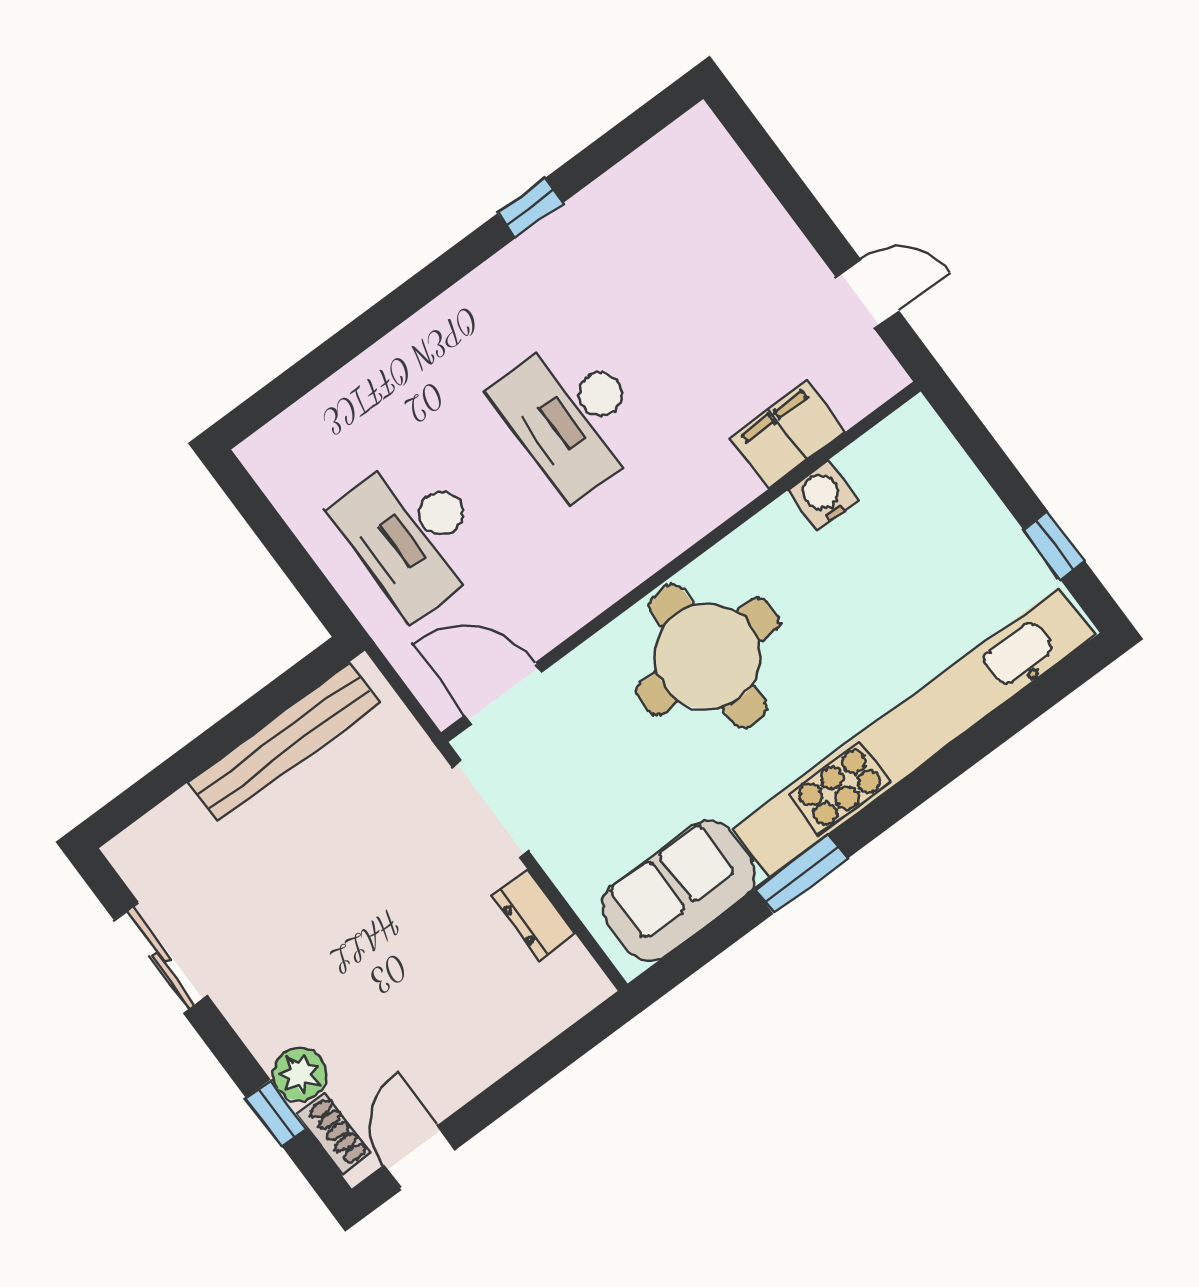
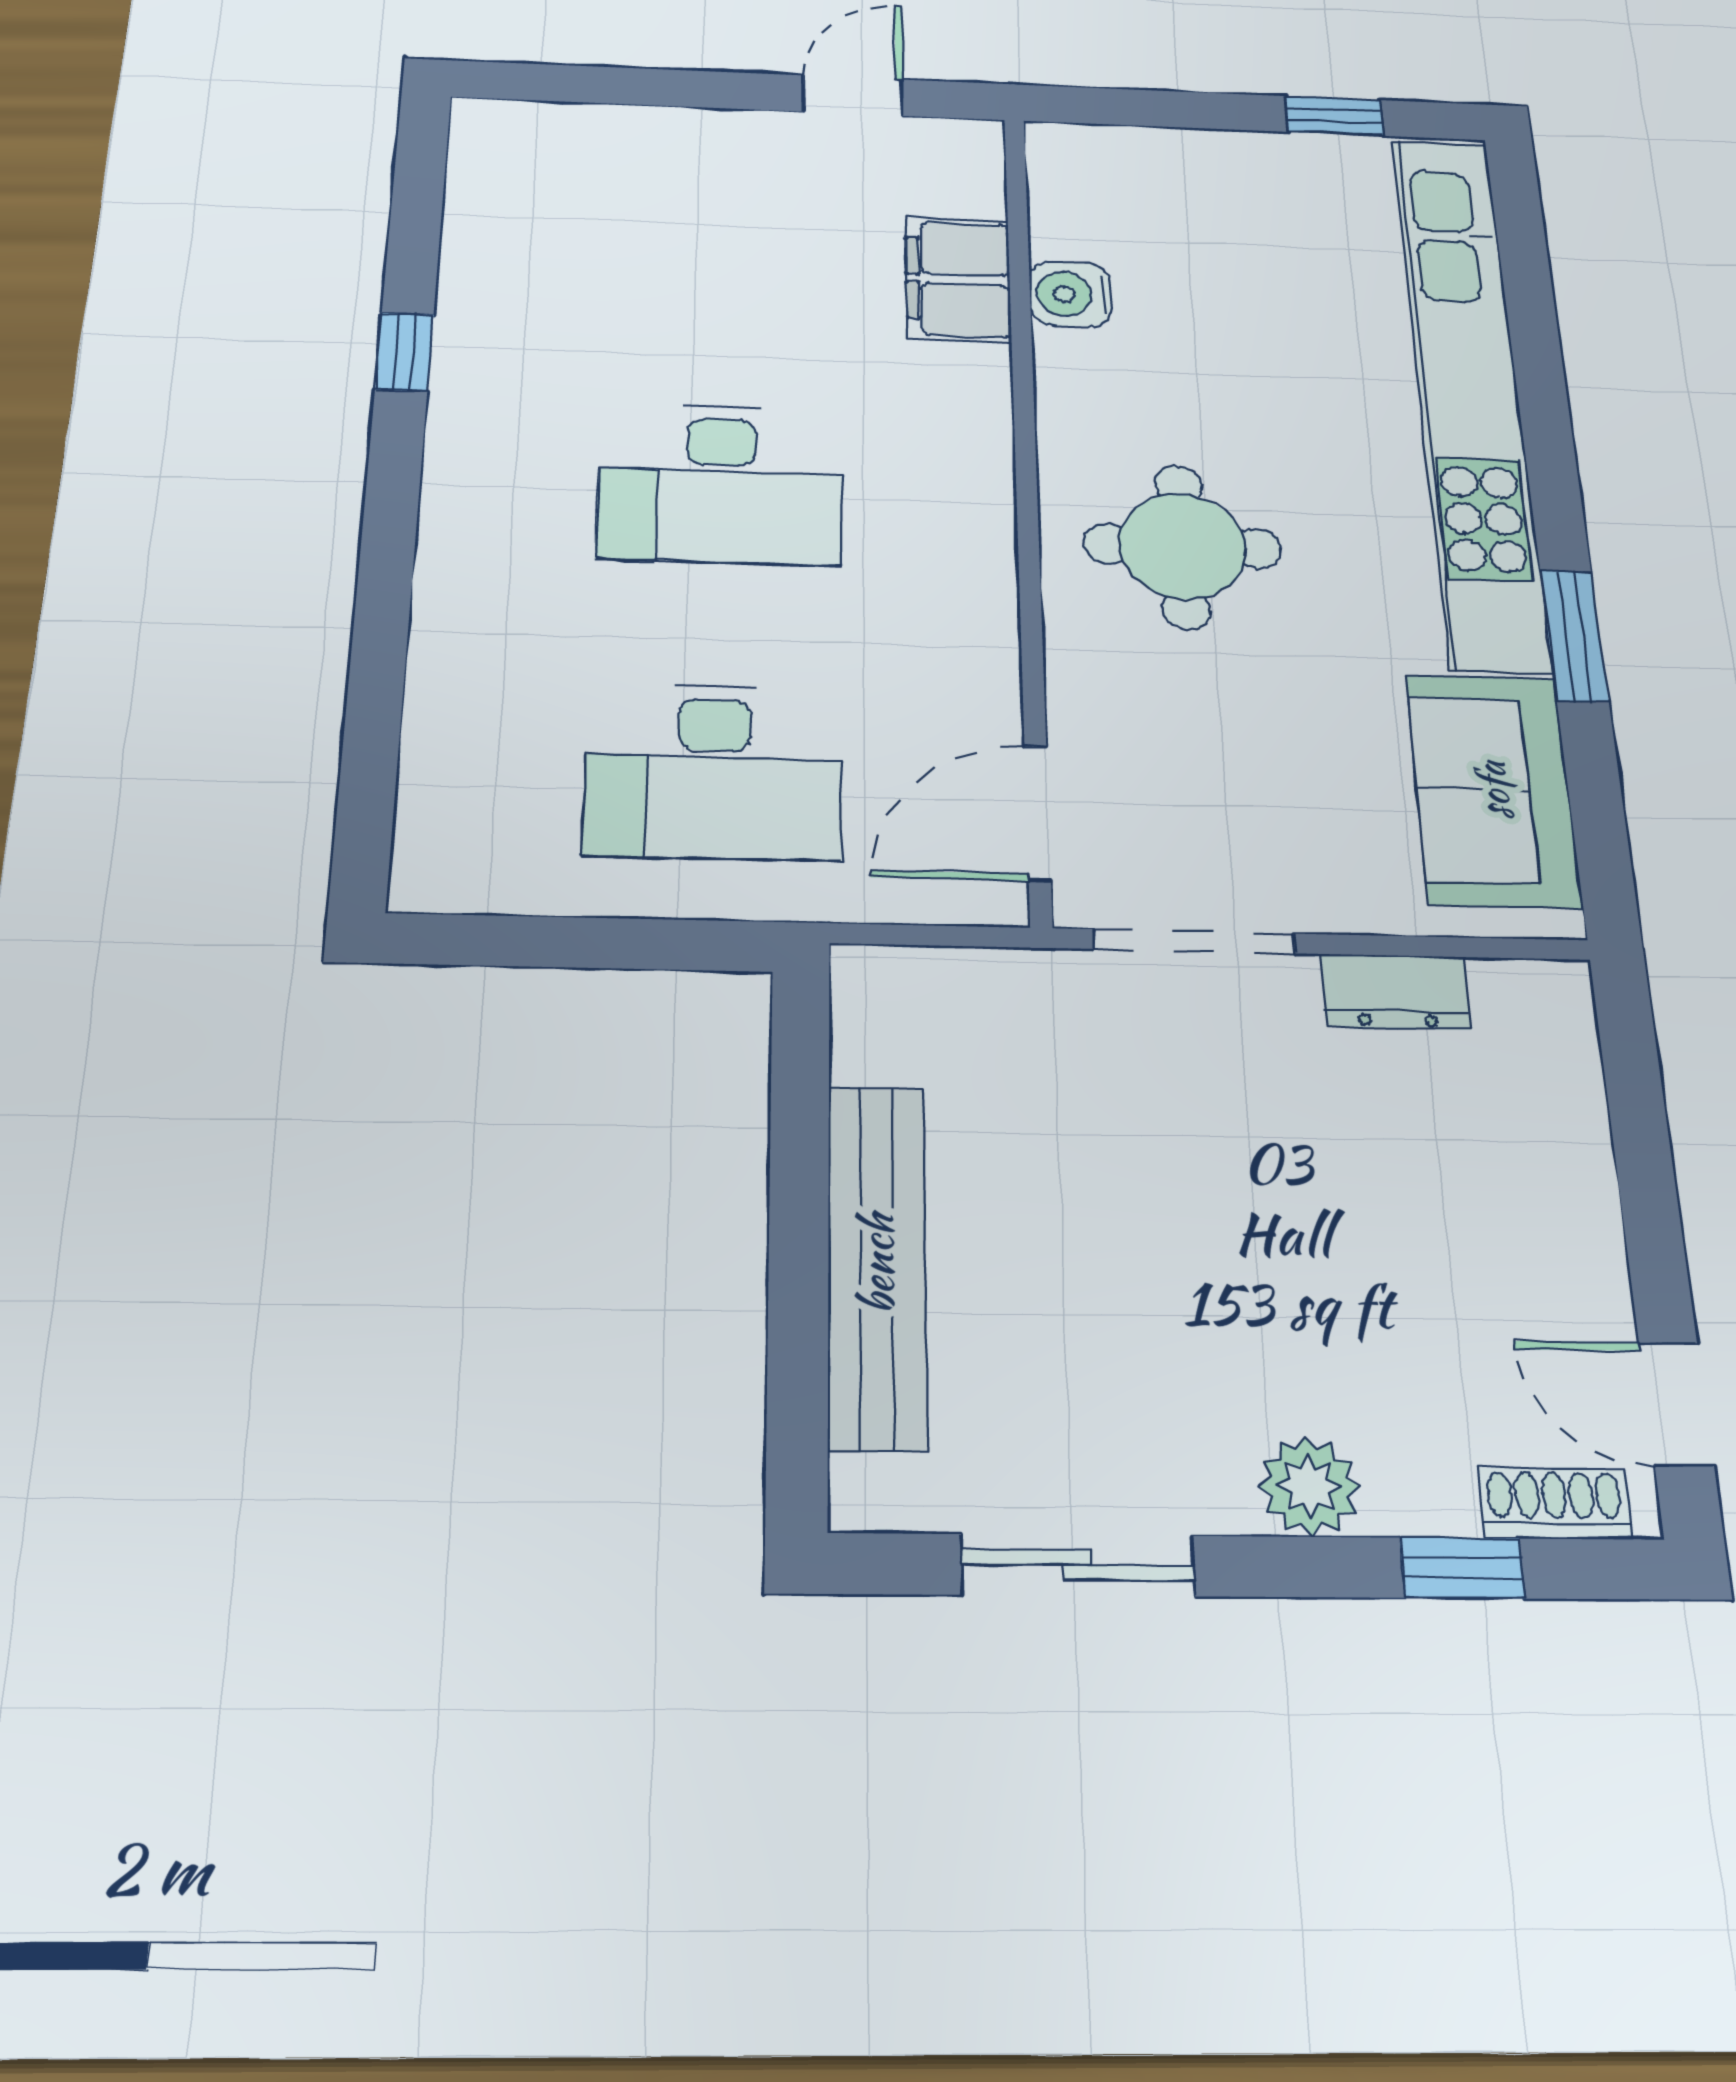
round table: (708, 656) -> (1182, 546), width x0.73, depth x0.73
bench: (283, 742) -> (877, 1264), moved
plant: (299, 1074) -> (1309, 1486), moved

